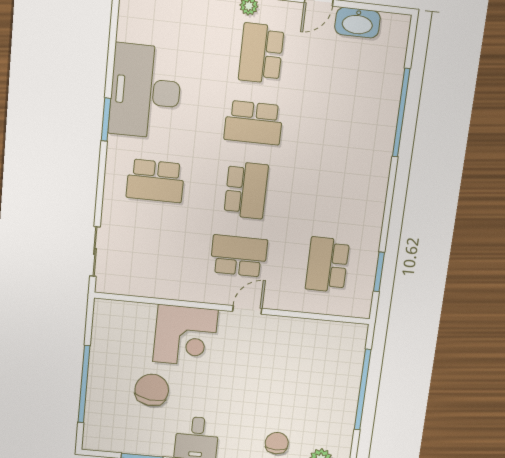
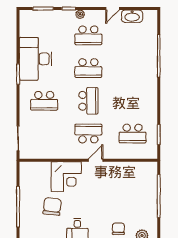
school desk: (261, 53) -> (88, 35), turned -90
school desk: (327, 265) -> (133, 134), turned -90

